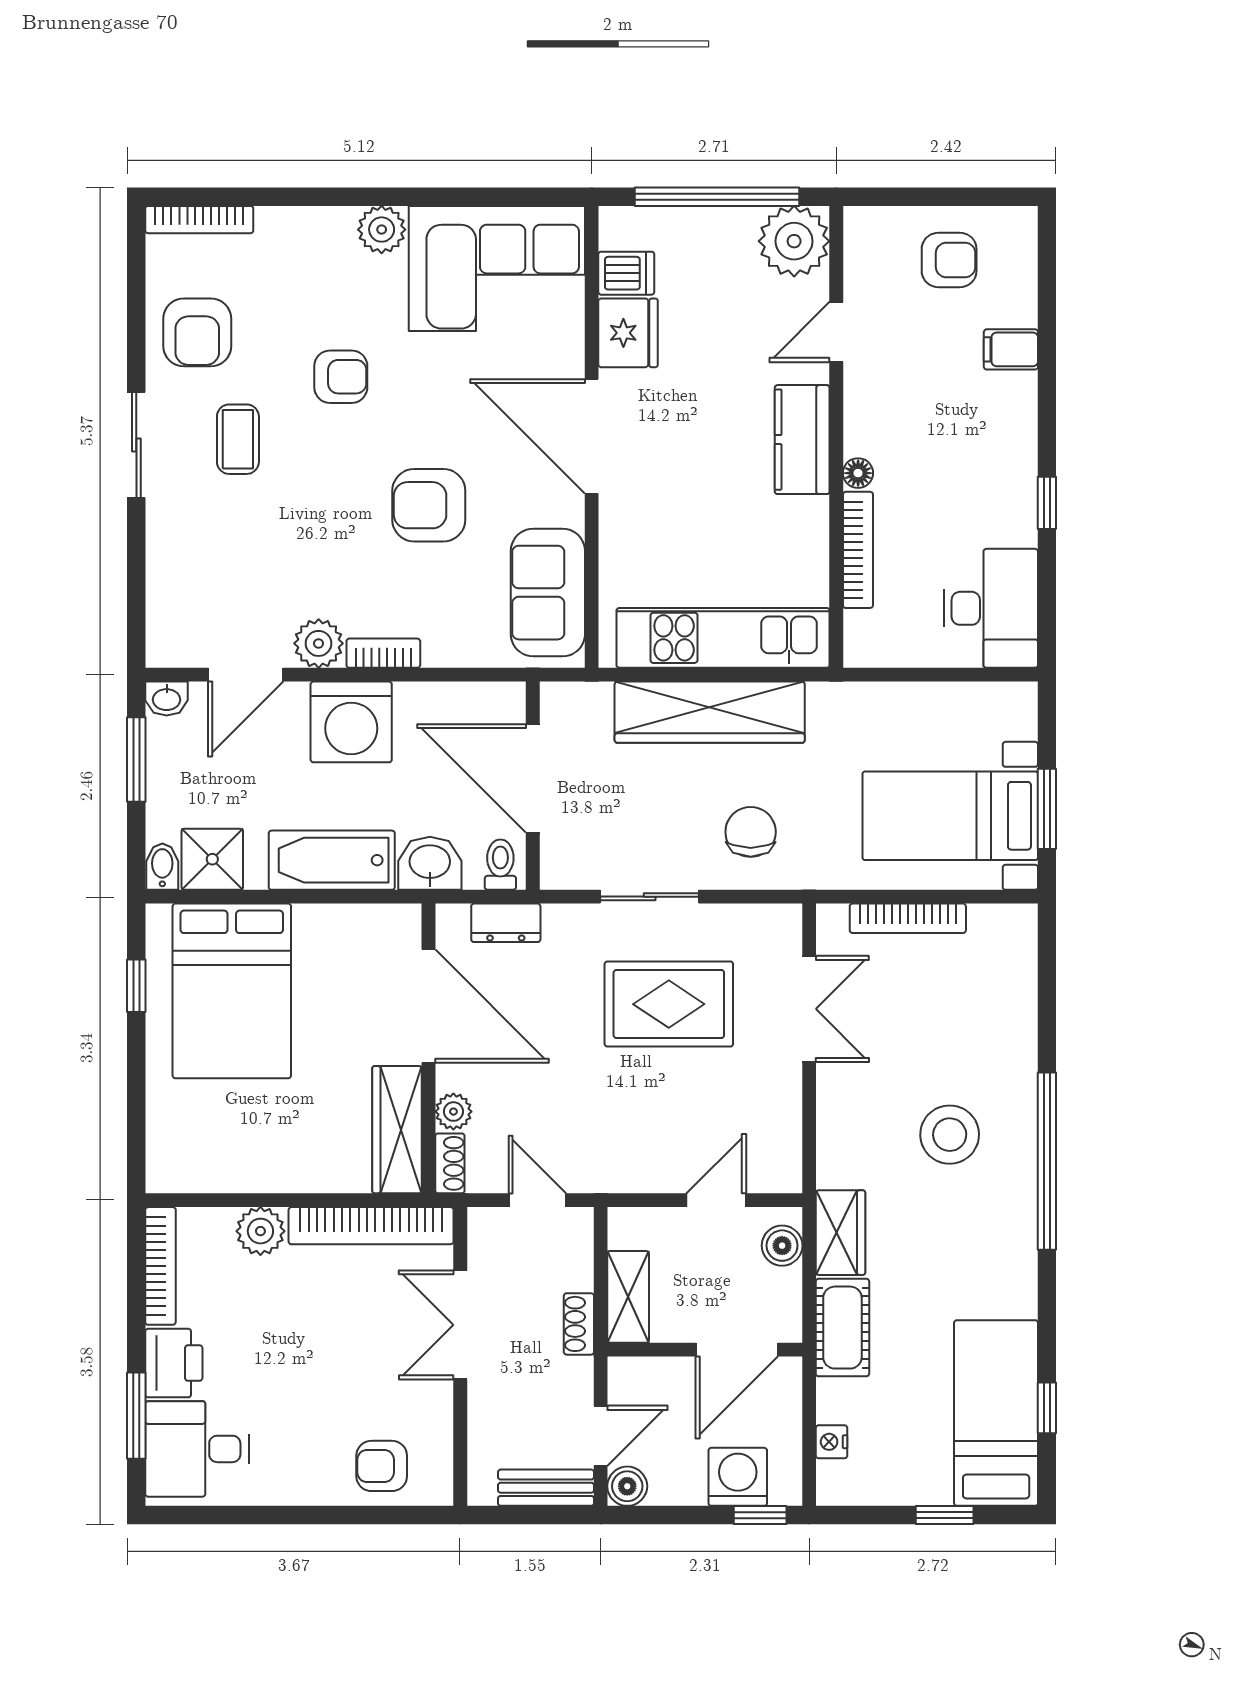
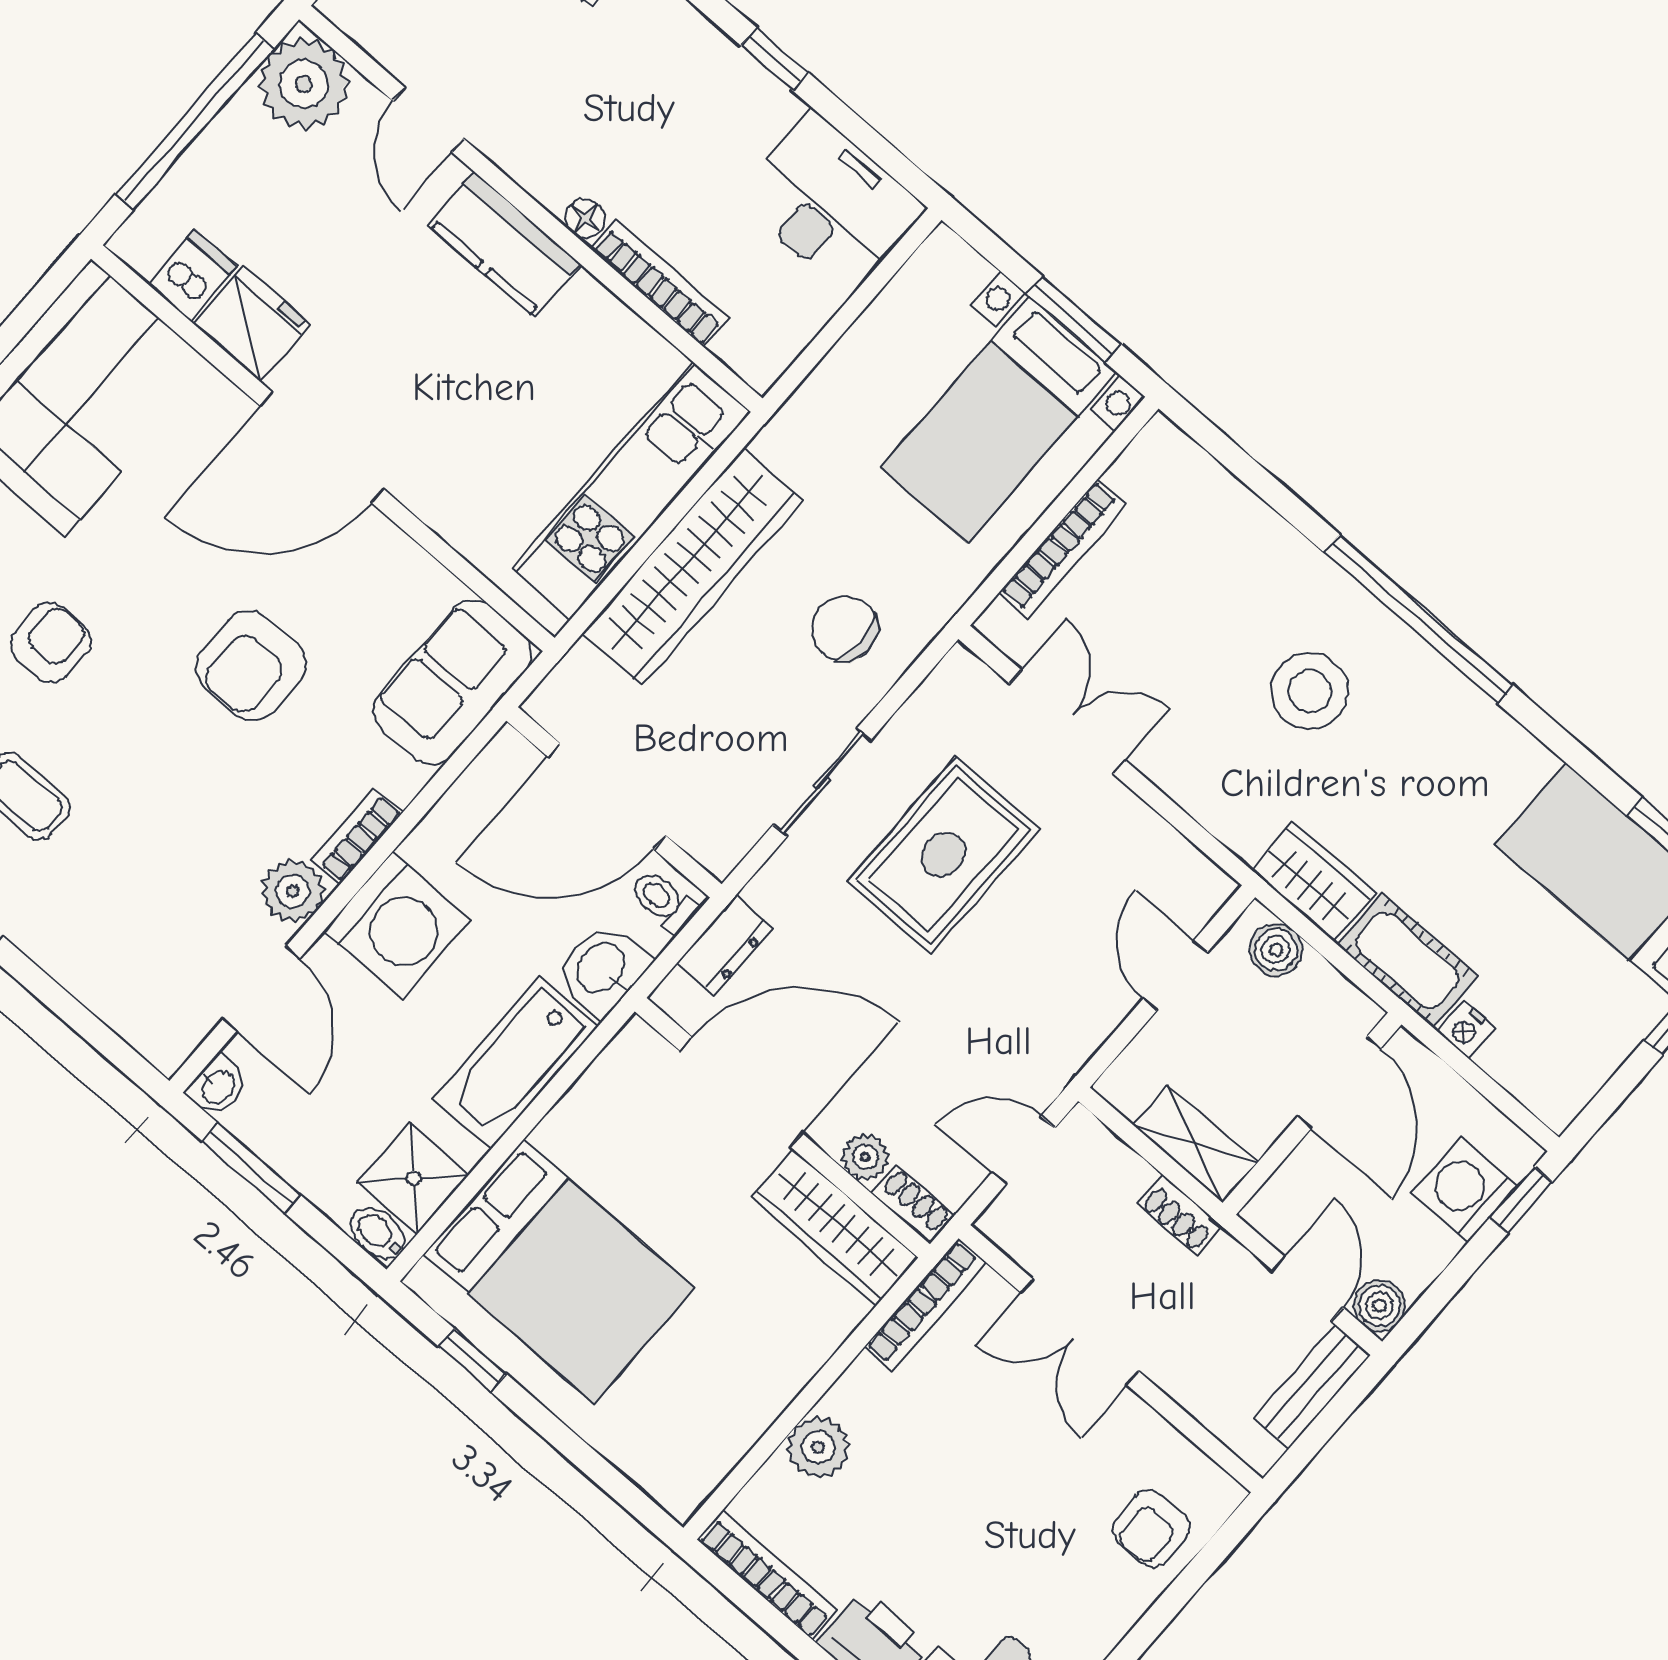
sofa: (548, 593) -> (453, 682), moved, turned 90
bookcase: (371, 1226) -> (925, 1305), width x0.68, depth x0.76
nightstand: (832, 1442) -> (1466, 1030), moved

